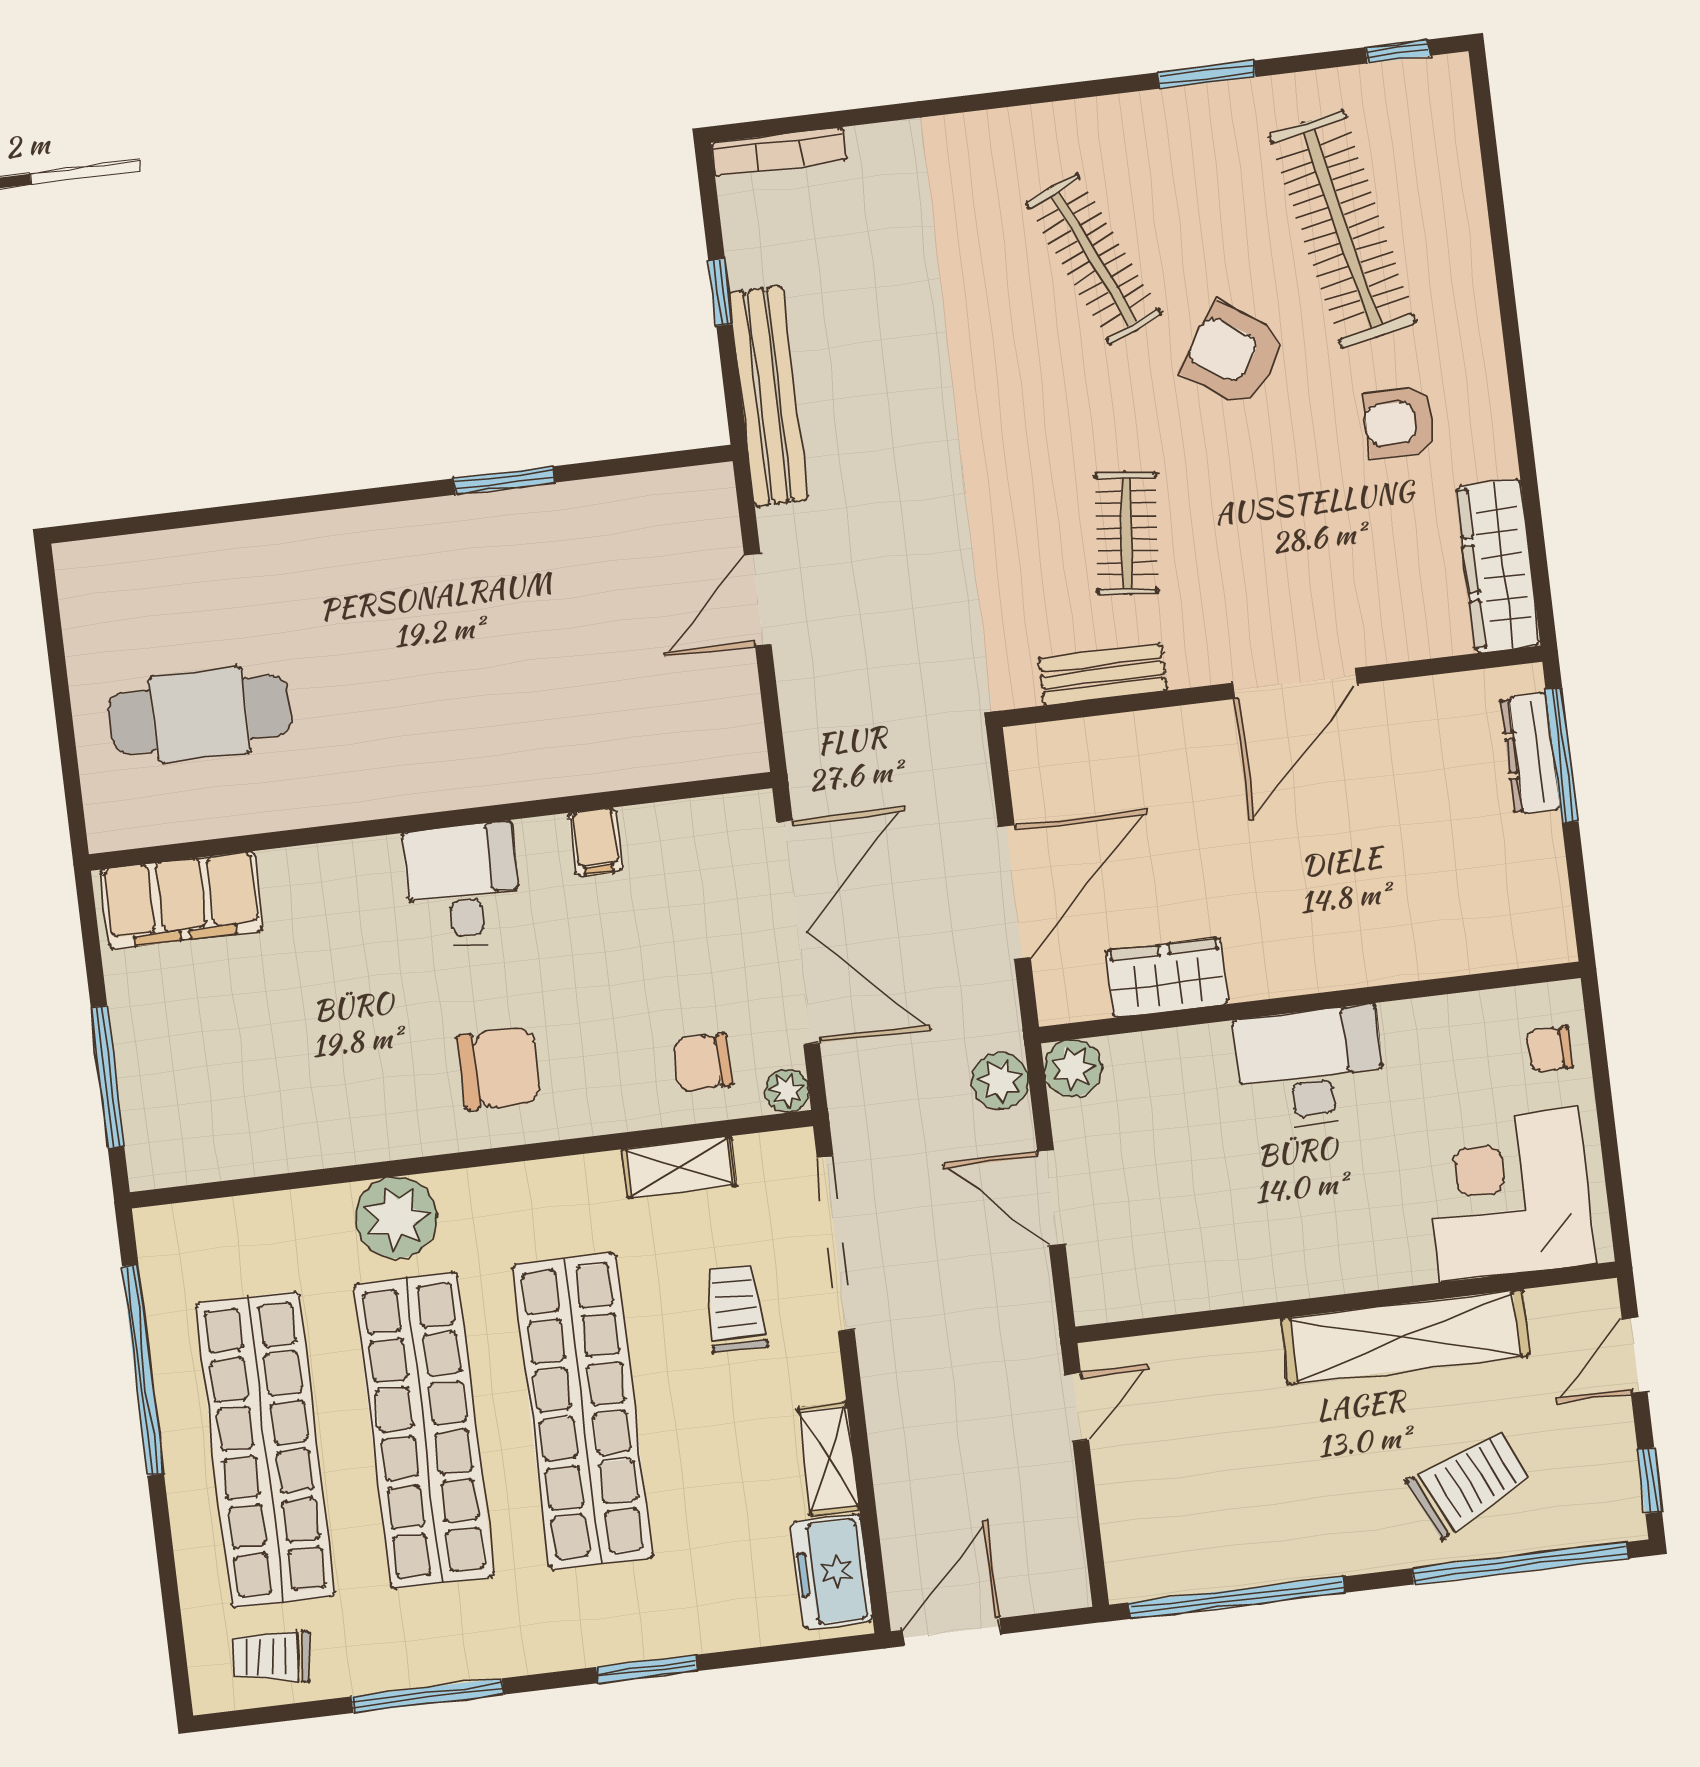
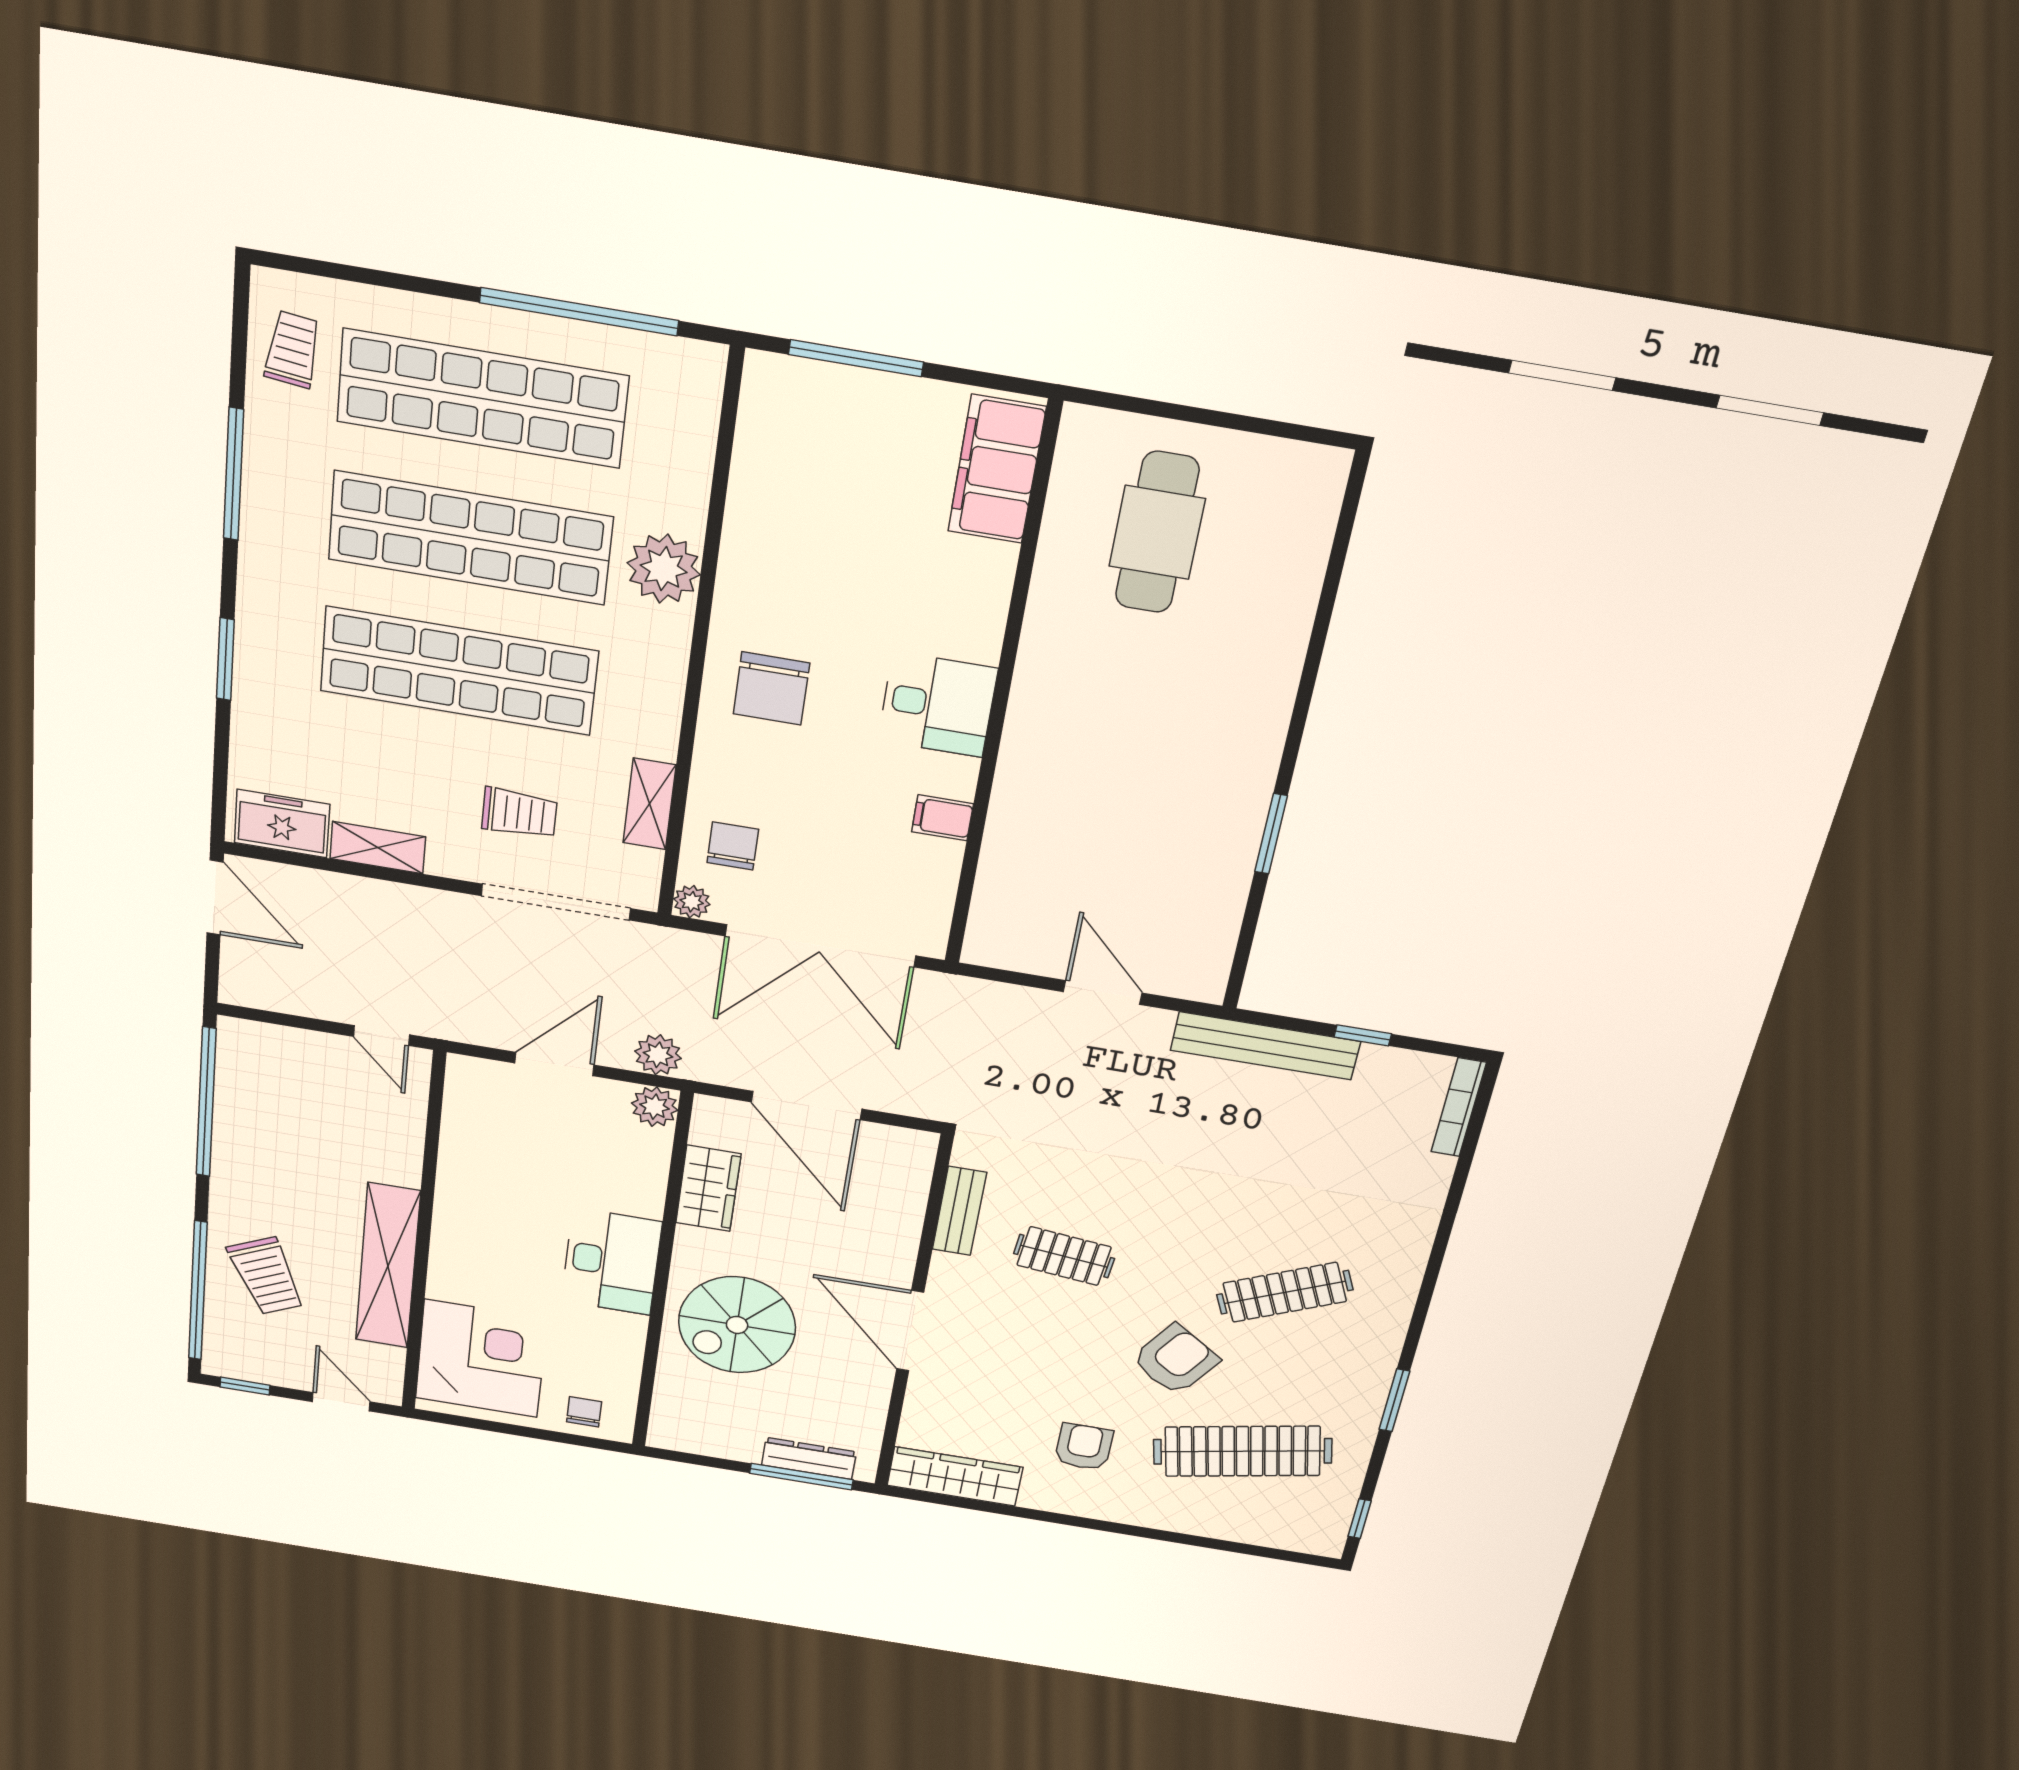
spiral stairs: (1355, 894) -> (737, 1325), added

